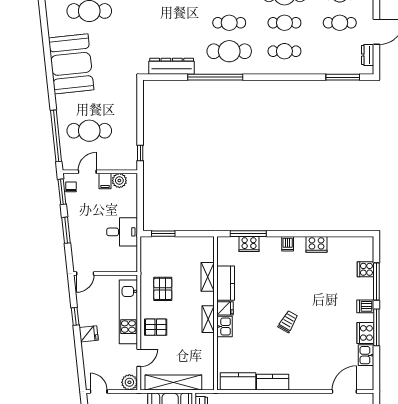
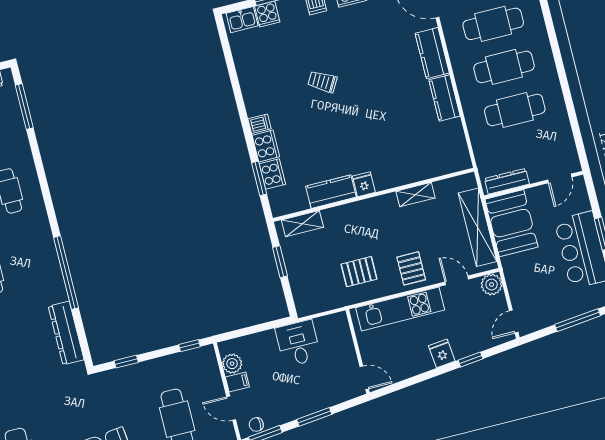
cafe table: (229, 51) -> (28, 263), removed
window: (140, 104) -> (126, 362), added
window: (163, 234) -> (280, 262), moved
window: (248, 234) -> (259, 178), width x0.69
cooker: (317, 244) -> (266, 146), moved
shelving: (208, 277) -> (302, 224), moved
window: (75, 316) -> (470, 359), moved
shelving: (208, 319) -> (416, 195), moved
trolley: (288, 322) -> (322, 82), moved
kitchen sink: (225, 326) -> (242, 20), moved, turned 180
kitchen counter: (238, 381) -> (432, 53), moved

